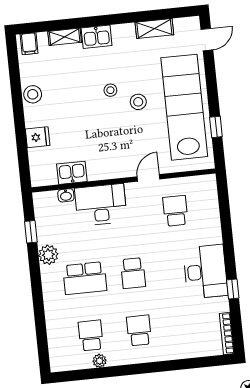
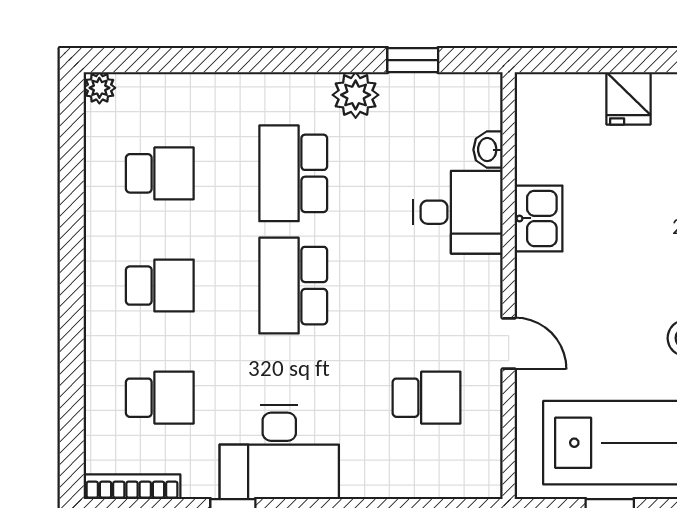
kitchen sink: (72, 173) -> (539, 218), moved
desk: (101, 205) -> (458, 212), width x0.73
school desk: (133, 273) -> (293, 286), width x1.85
school desk: (187, 325) -> (160, 398), added
plant: (100, 361) -> (99, 88), moved

